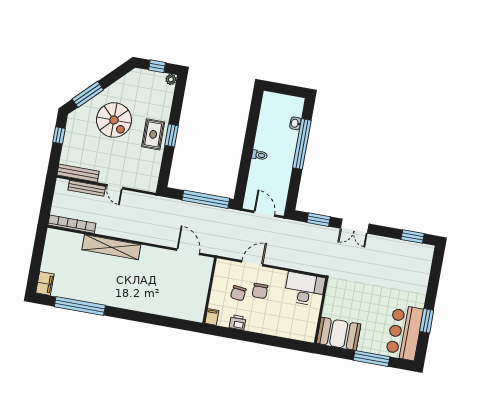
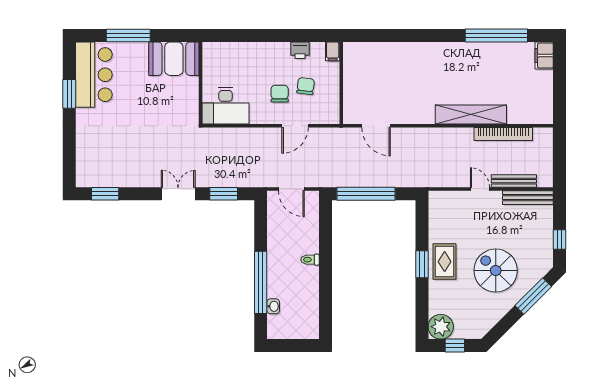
plant: (171, 79) -> (441, 327), width x1.87, depth x1.87
bookcase: (72, 224) -> (503, 134), moved

